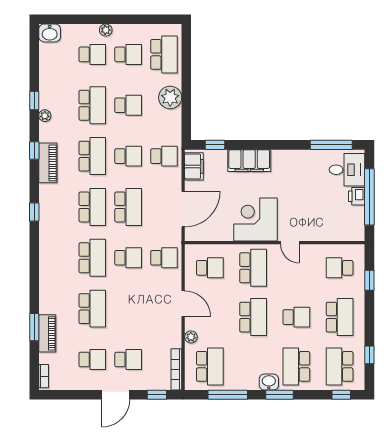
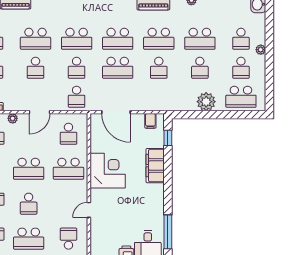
school desk: (164, 156) -> (35, 68), moved
filing cabinet: (194, 166) -> (150, 121), width x0.50
door: (290, 243) -> (89, 210), moved

